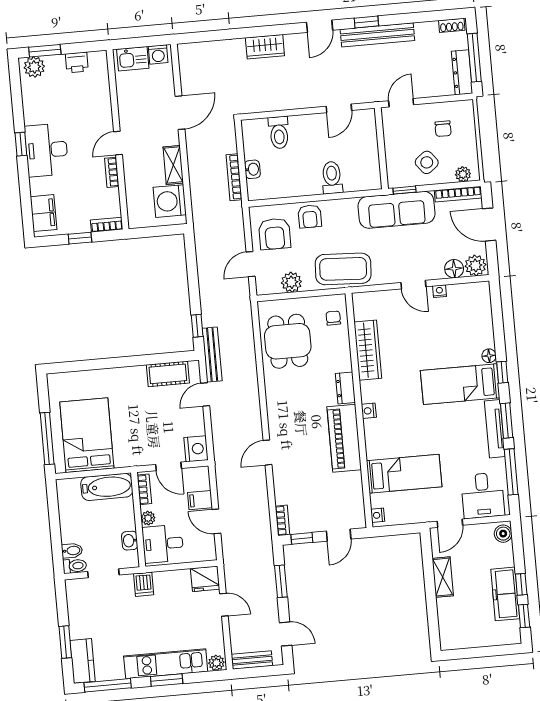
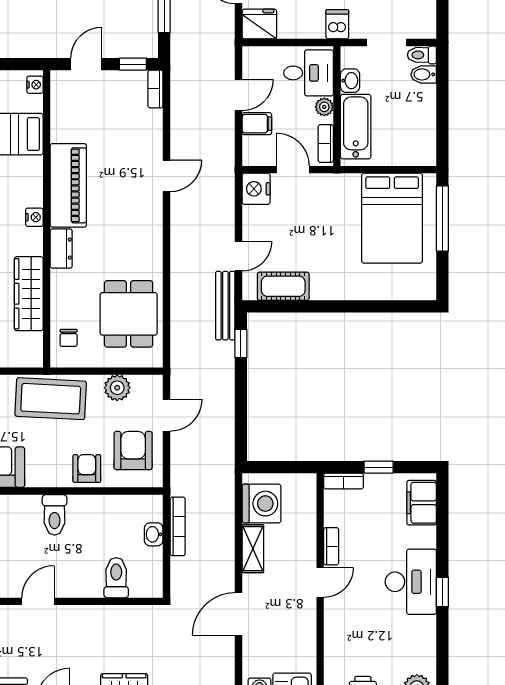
bathtub: (107, 487) -> (356, 127), moved, turned 90
door: (216, 521) -> (239, 95), hinge flipped

